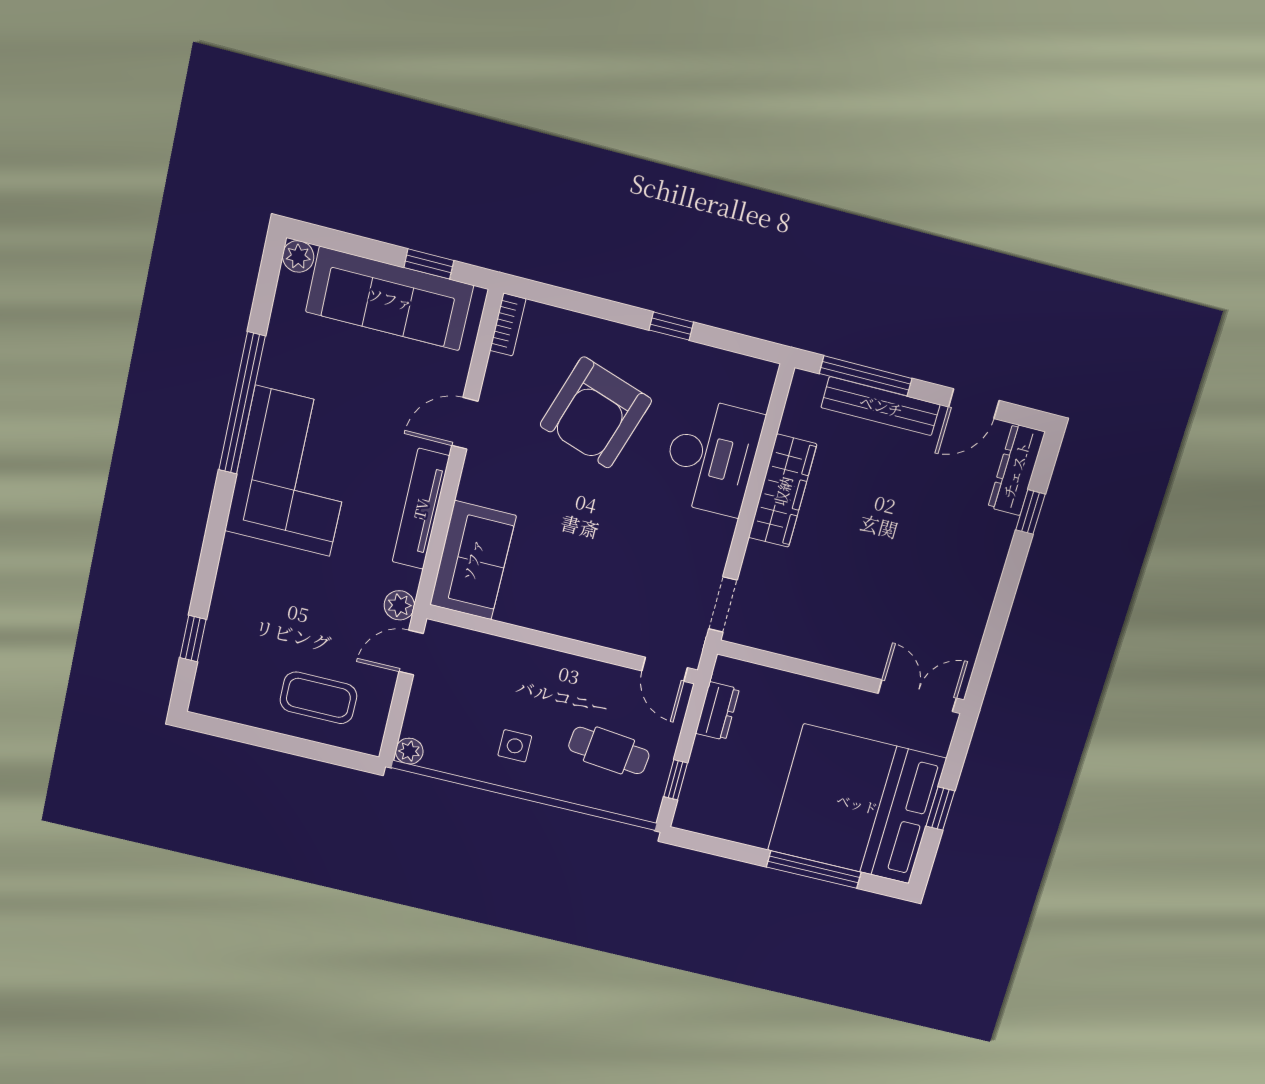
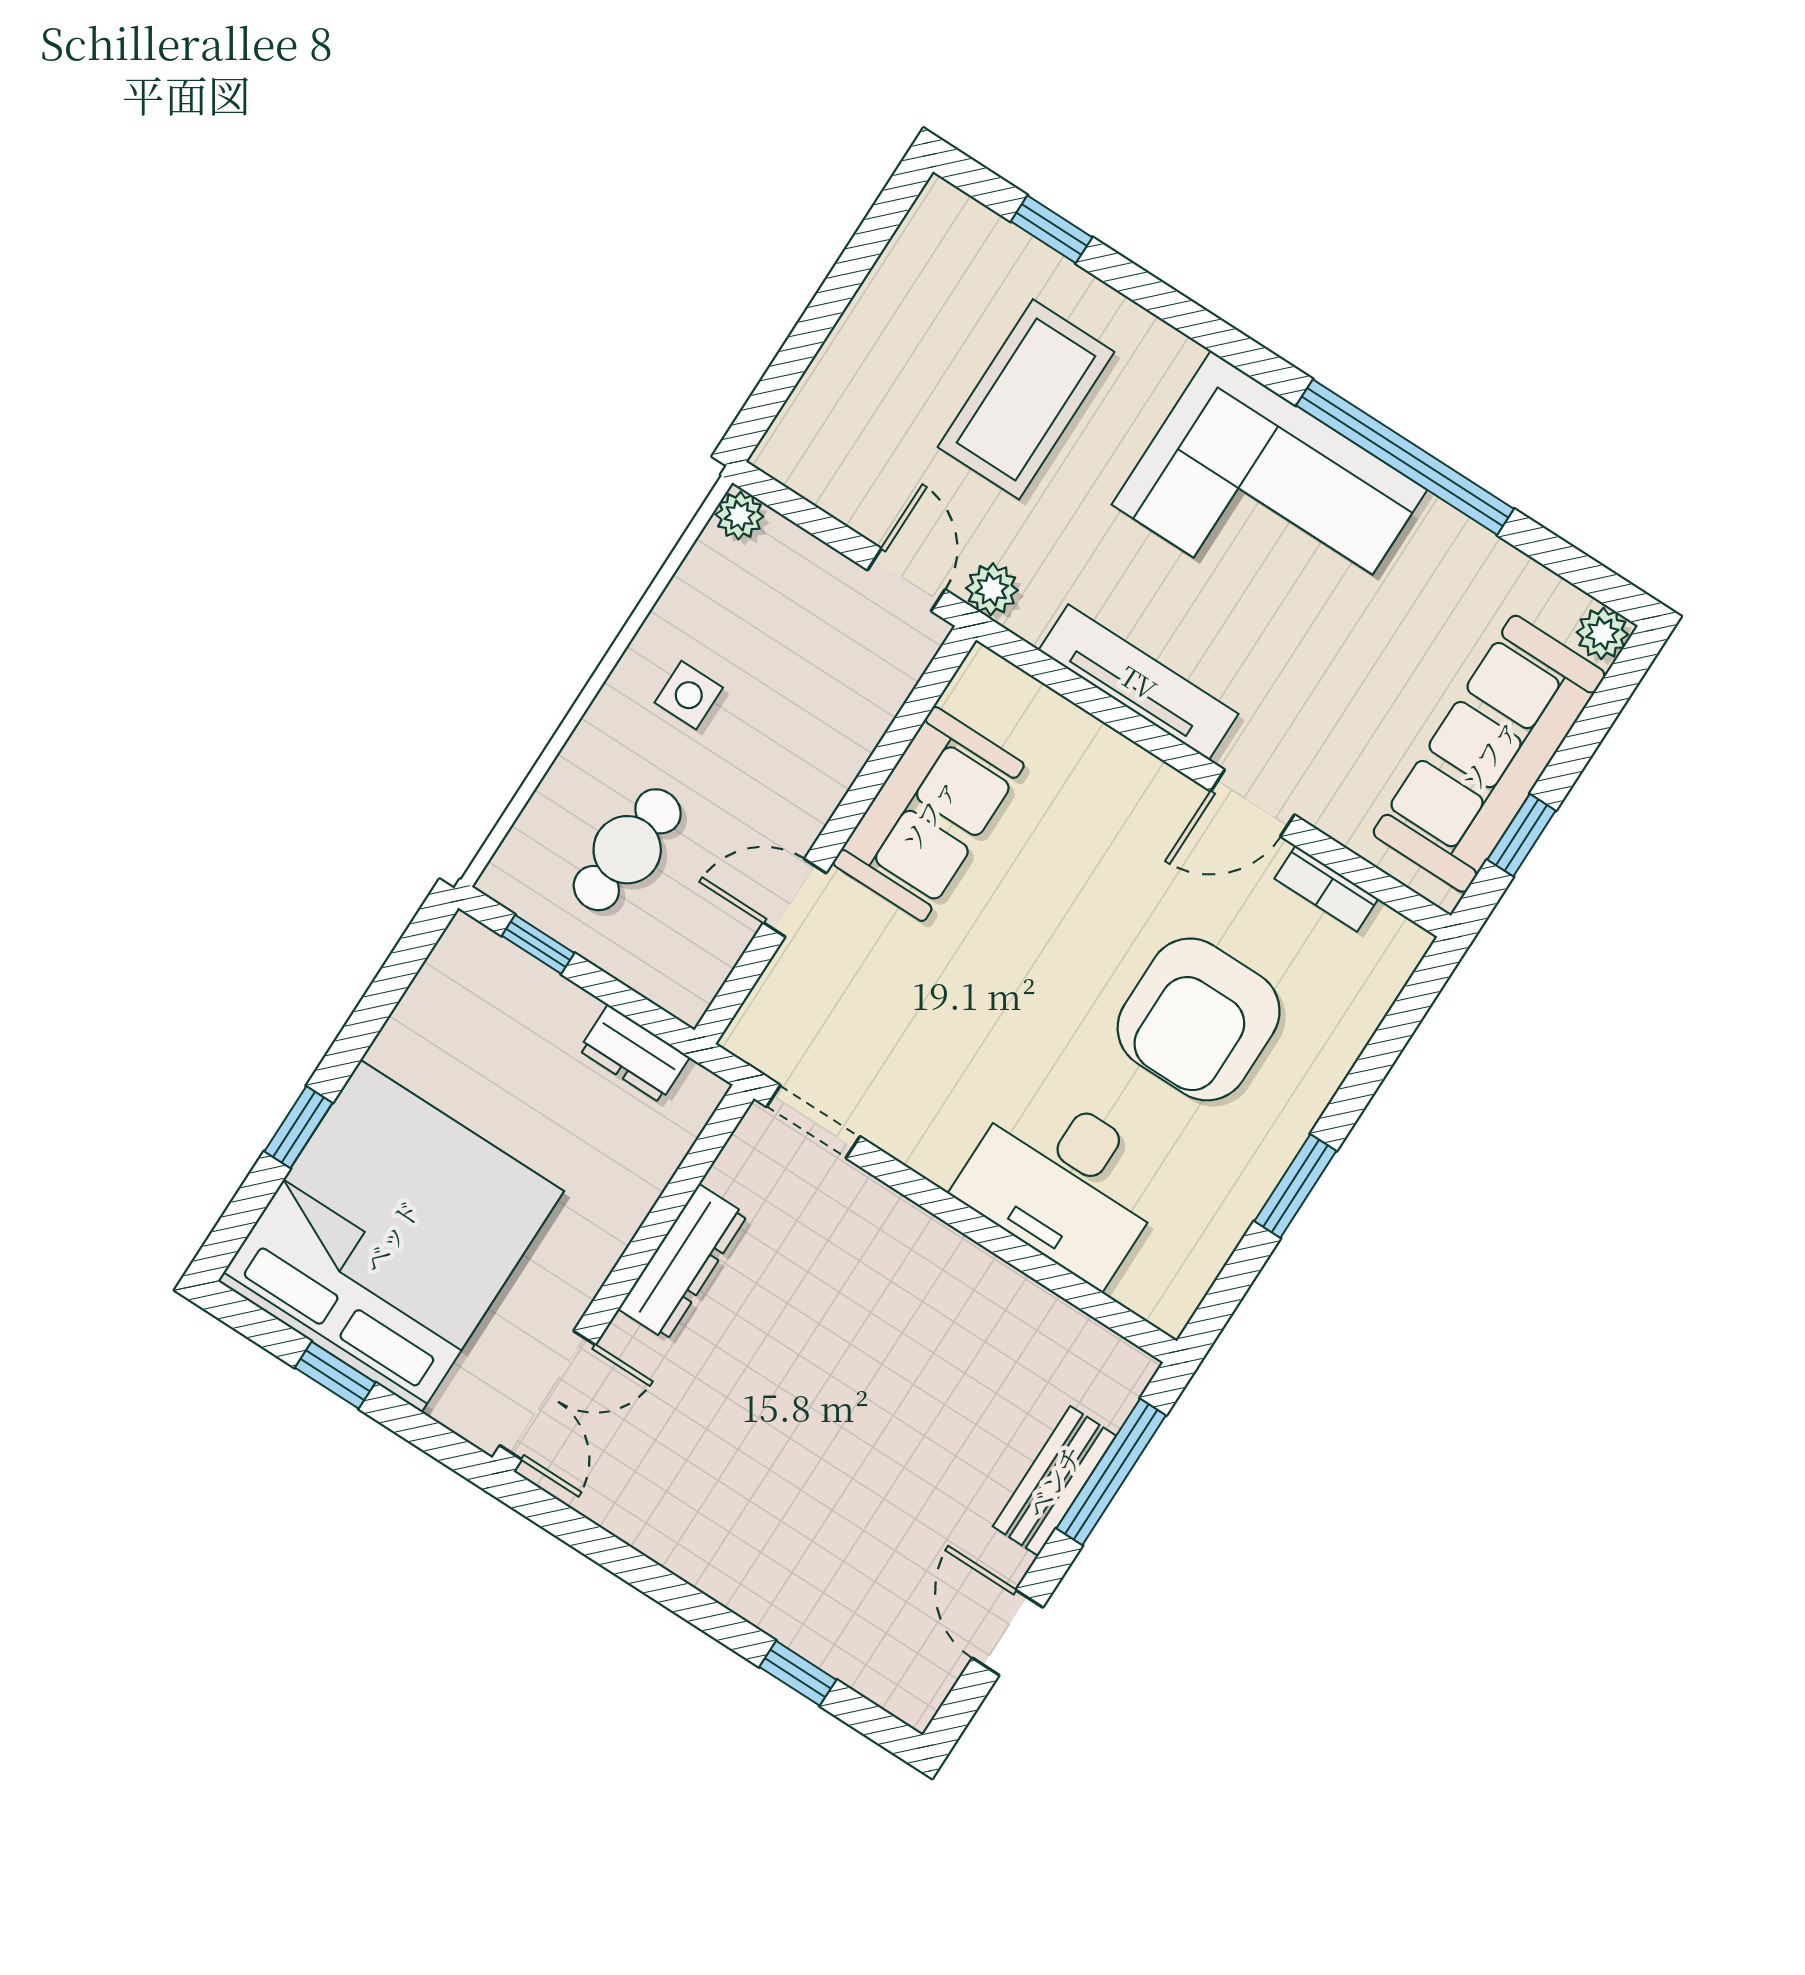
bookcase: (508, 325) -> (1326, 889), moved
window: (671, 326) -> (1295, 1186), width x1.50
bench: (881, 406) -> (1054, 1481), width x0.73
armchair: (596, 413) -> (1199, 1019), turned -108
door: (465, 423) -> (1253, 803), swing flipped
dresser: (1016, 470) -> (683, 1262), moved, turned 90
wardrobe: (783, 491) -> (970, 1280), removed
sofa: (473, 560) -> (929, 814), moved, turned -90
door: (665, 669) -> (795, 898), moved
coffee table: (318, 698) -> (1026, 399), moved, width x1.36, depth x1.32
window: (814, 870) -> (298, 1127), width x0.46

